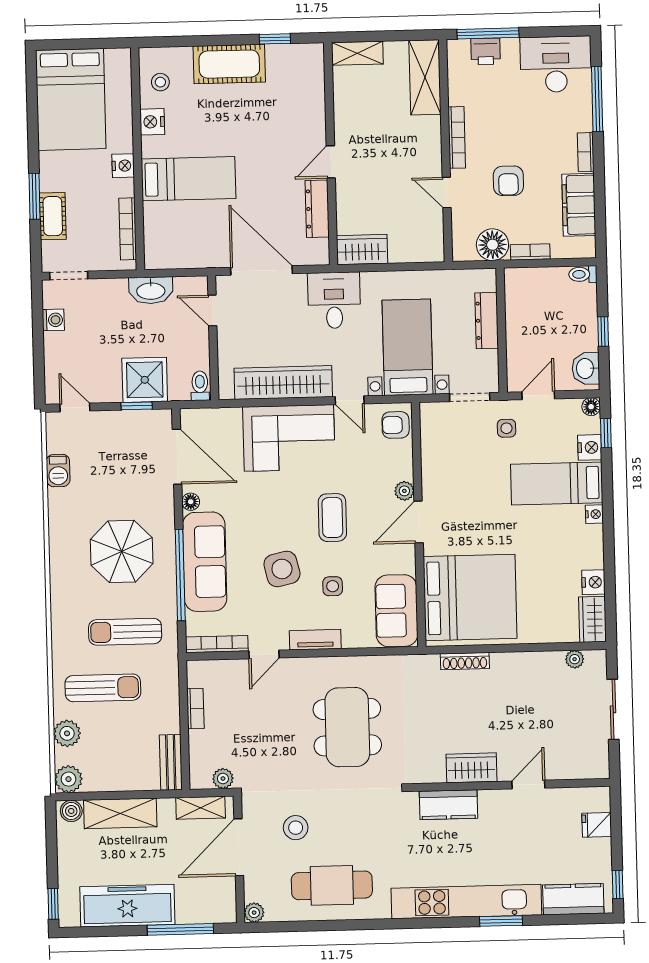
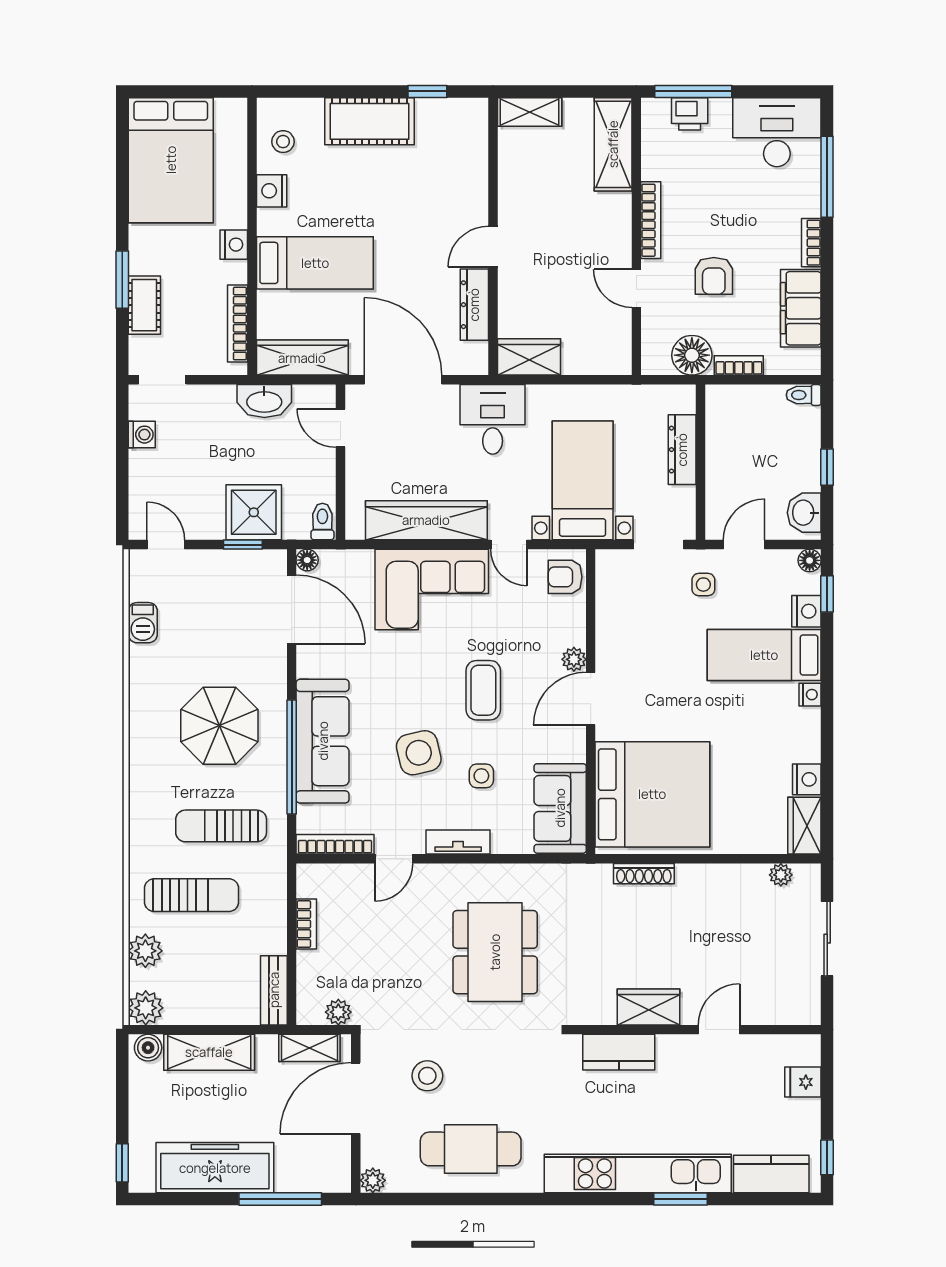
wardrobe: (180, 255) -> (302, 358), added
floor lamp: (191, 502) -> (307, 560), moved

